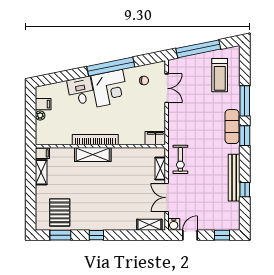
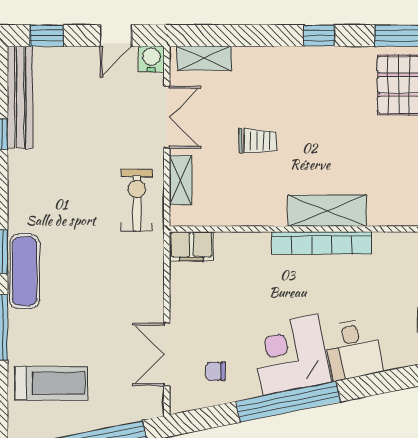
treadmill: (220, 75) -> (51, 383), turned 90
bench: (234, 178) -> (20, 97), moved
trolley: (125, 187) -> (258, 141), added

